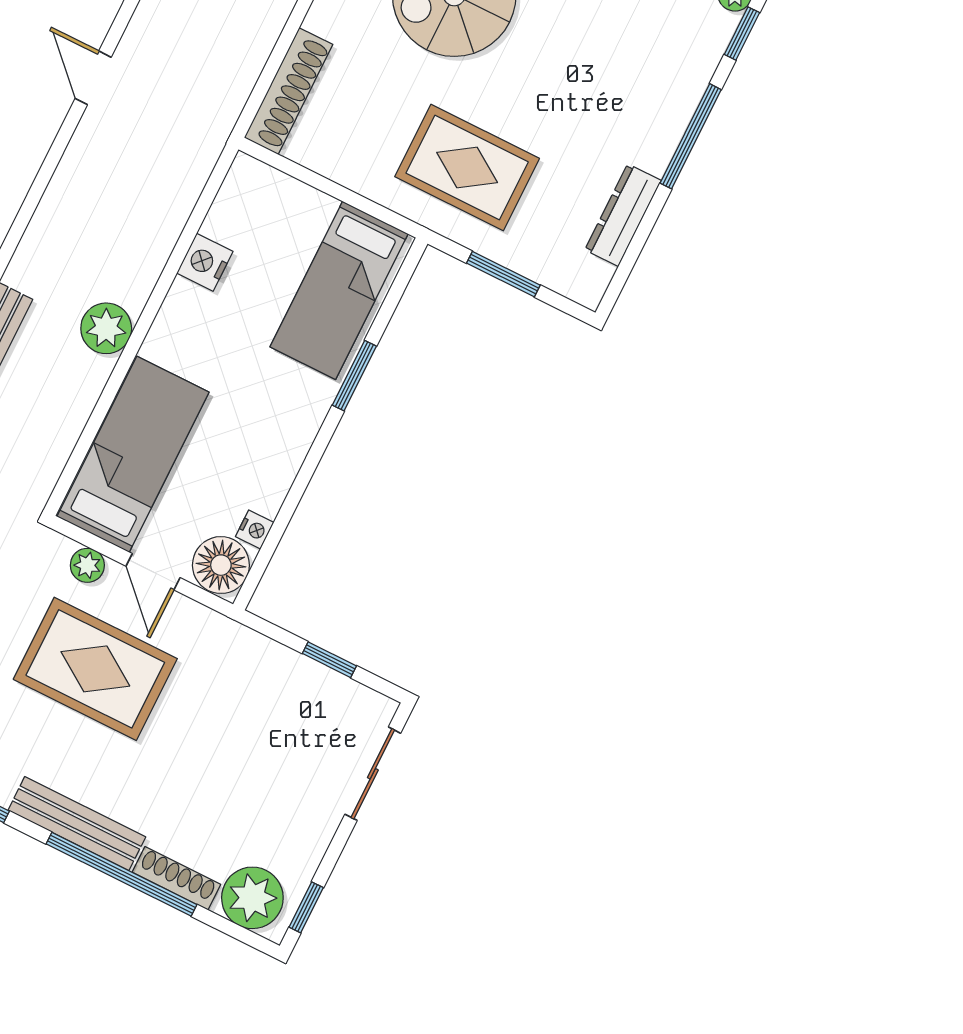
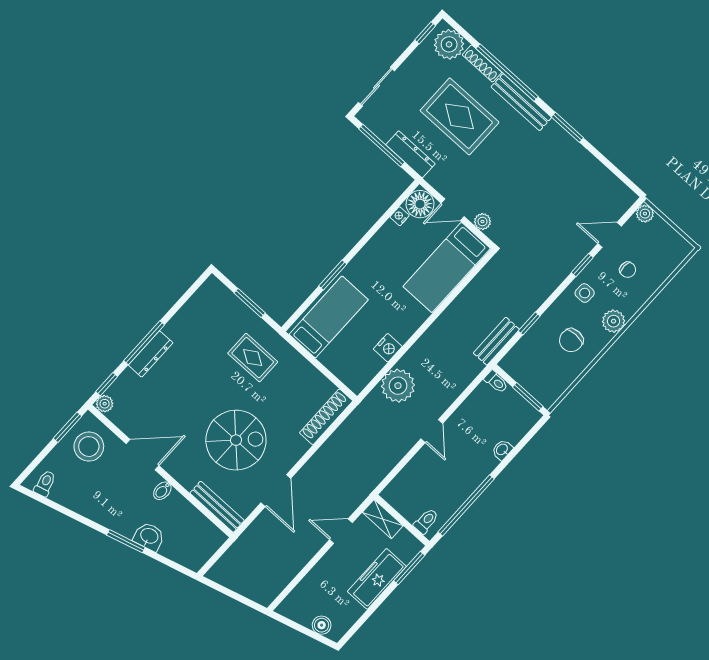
door: (93, 78) -> (432, 431), moved
rug: (467, 168) -> (253, 358), width x0.73, depth x0.70
dresser: (623, 215) -> (151, 354), moved
plant: (106, 328) -> (398, 386), moved, width x1.36, depth x1.36
door: (153, 572) -> (453, 210), swing flipped
dresser: (268, 658) -> (411, 154), added
window: (329, 660) -> (382, 146), width x2.17
rug: (95, 669) -> (460, 116), moved

